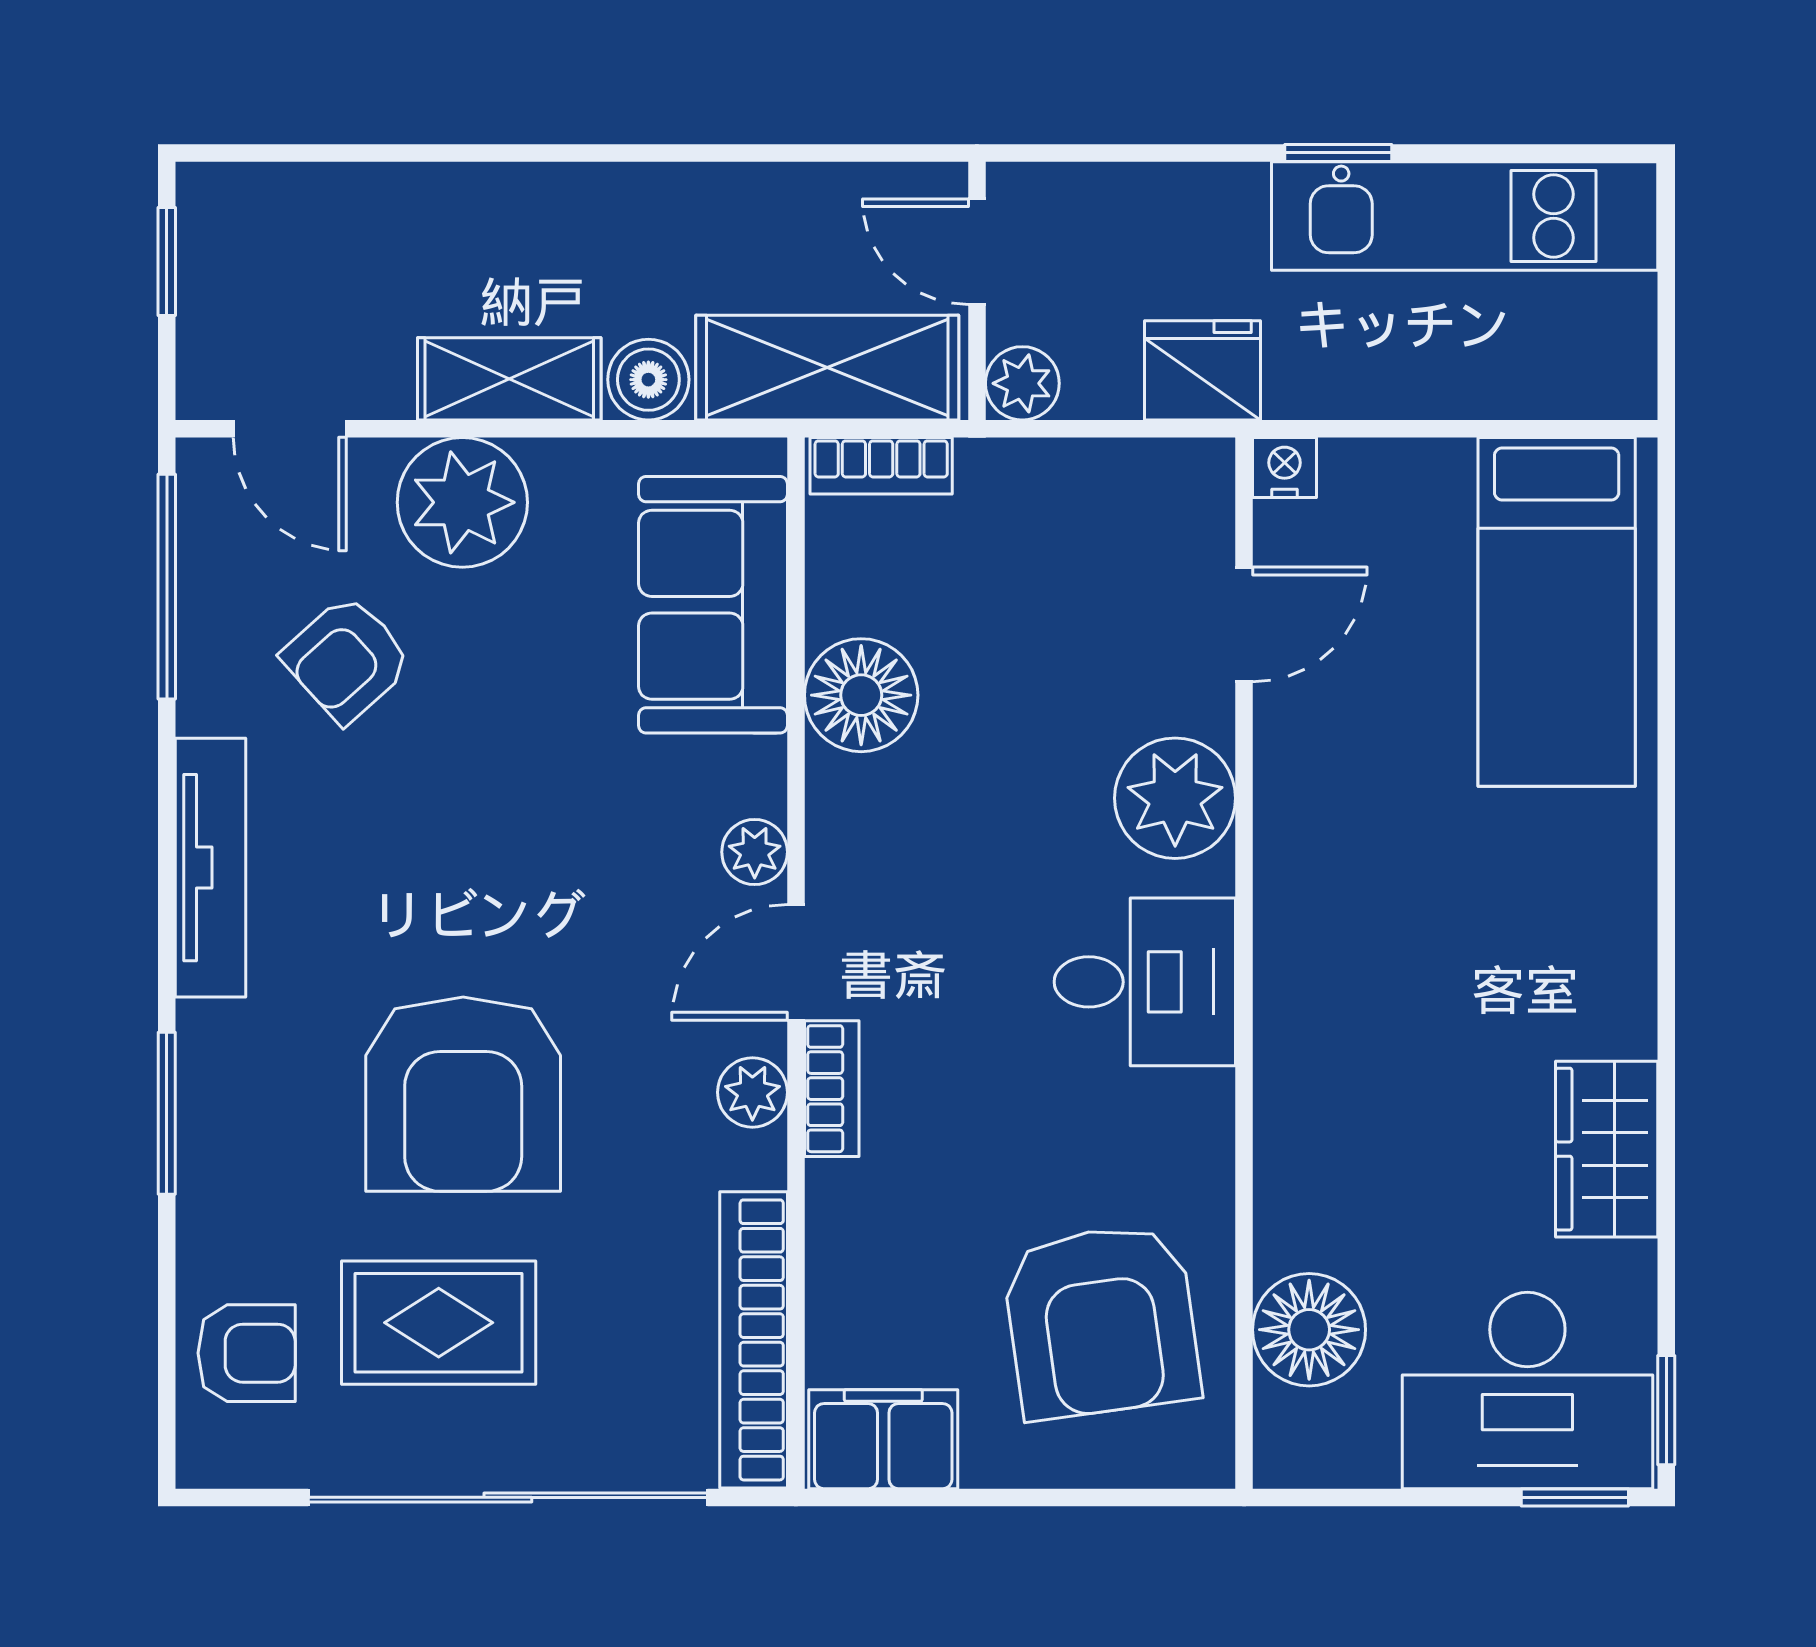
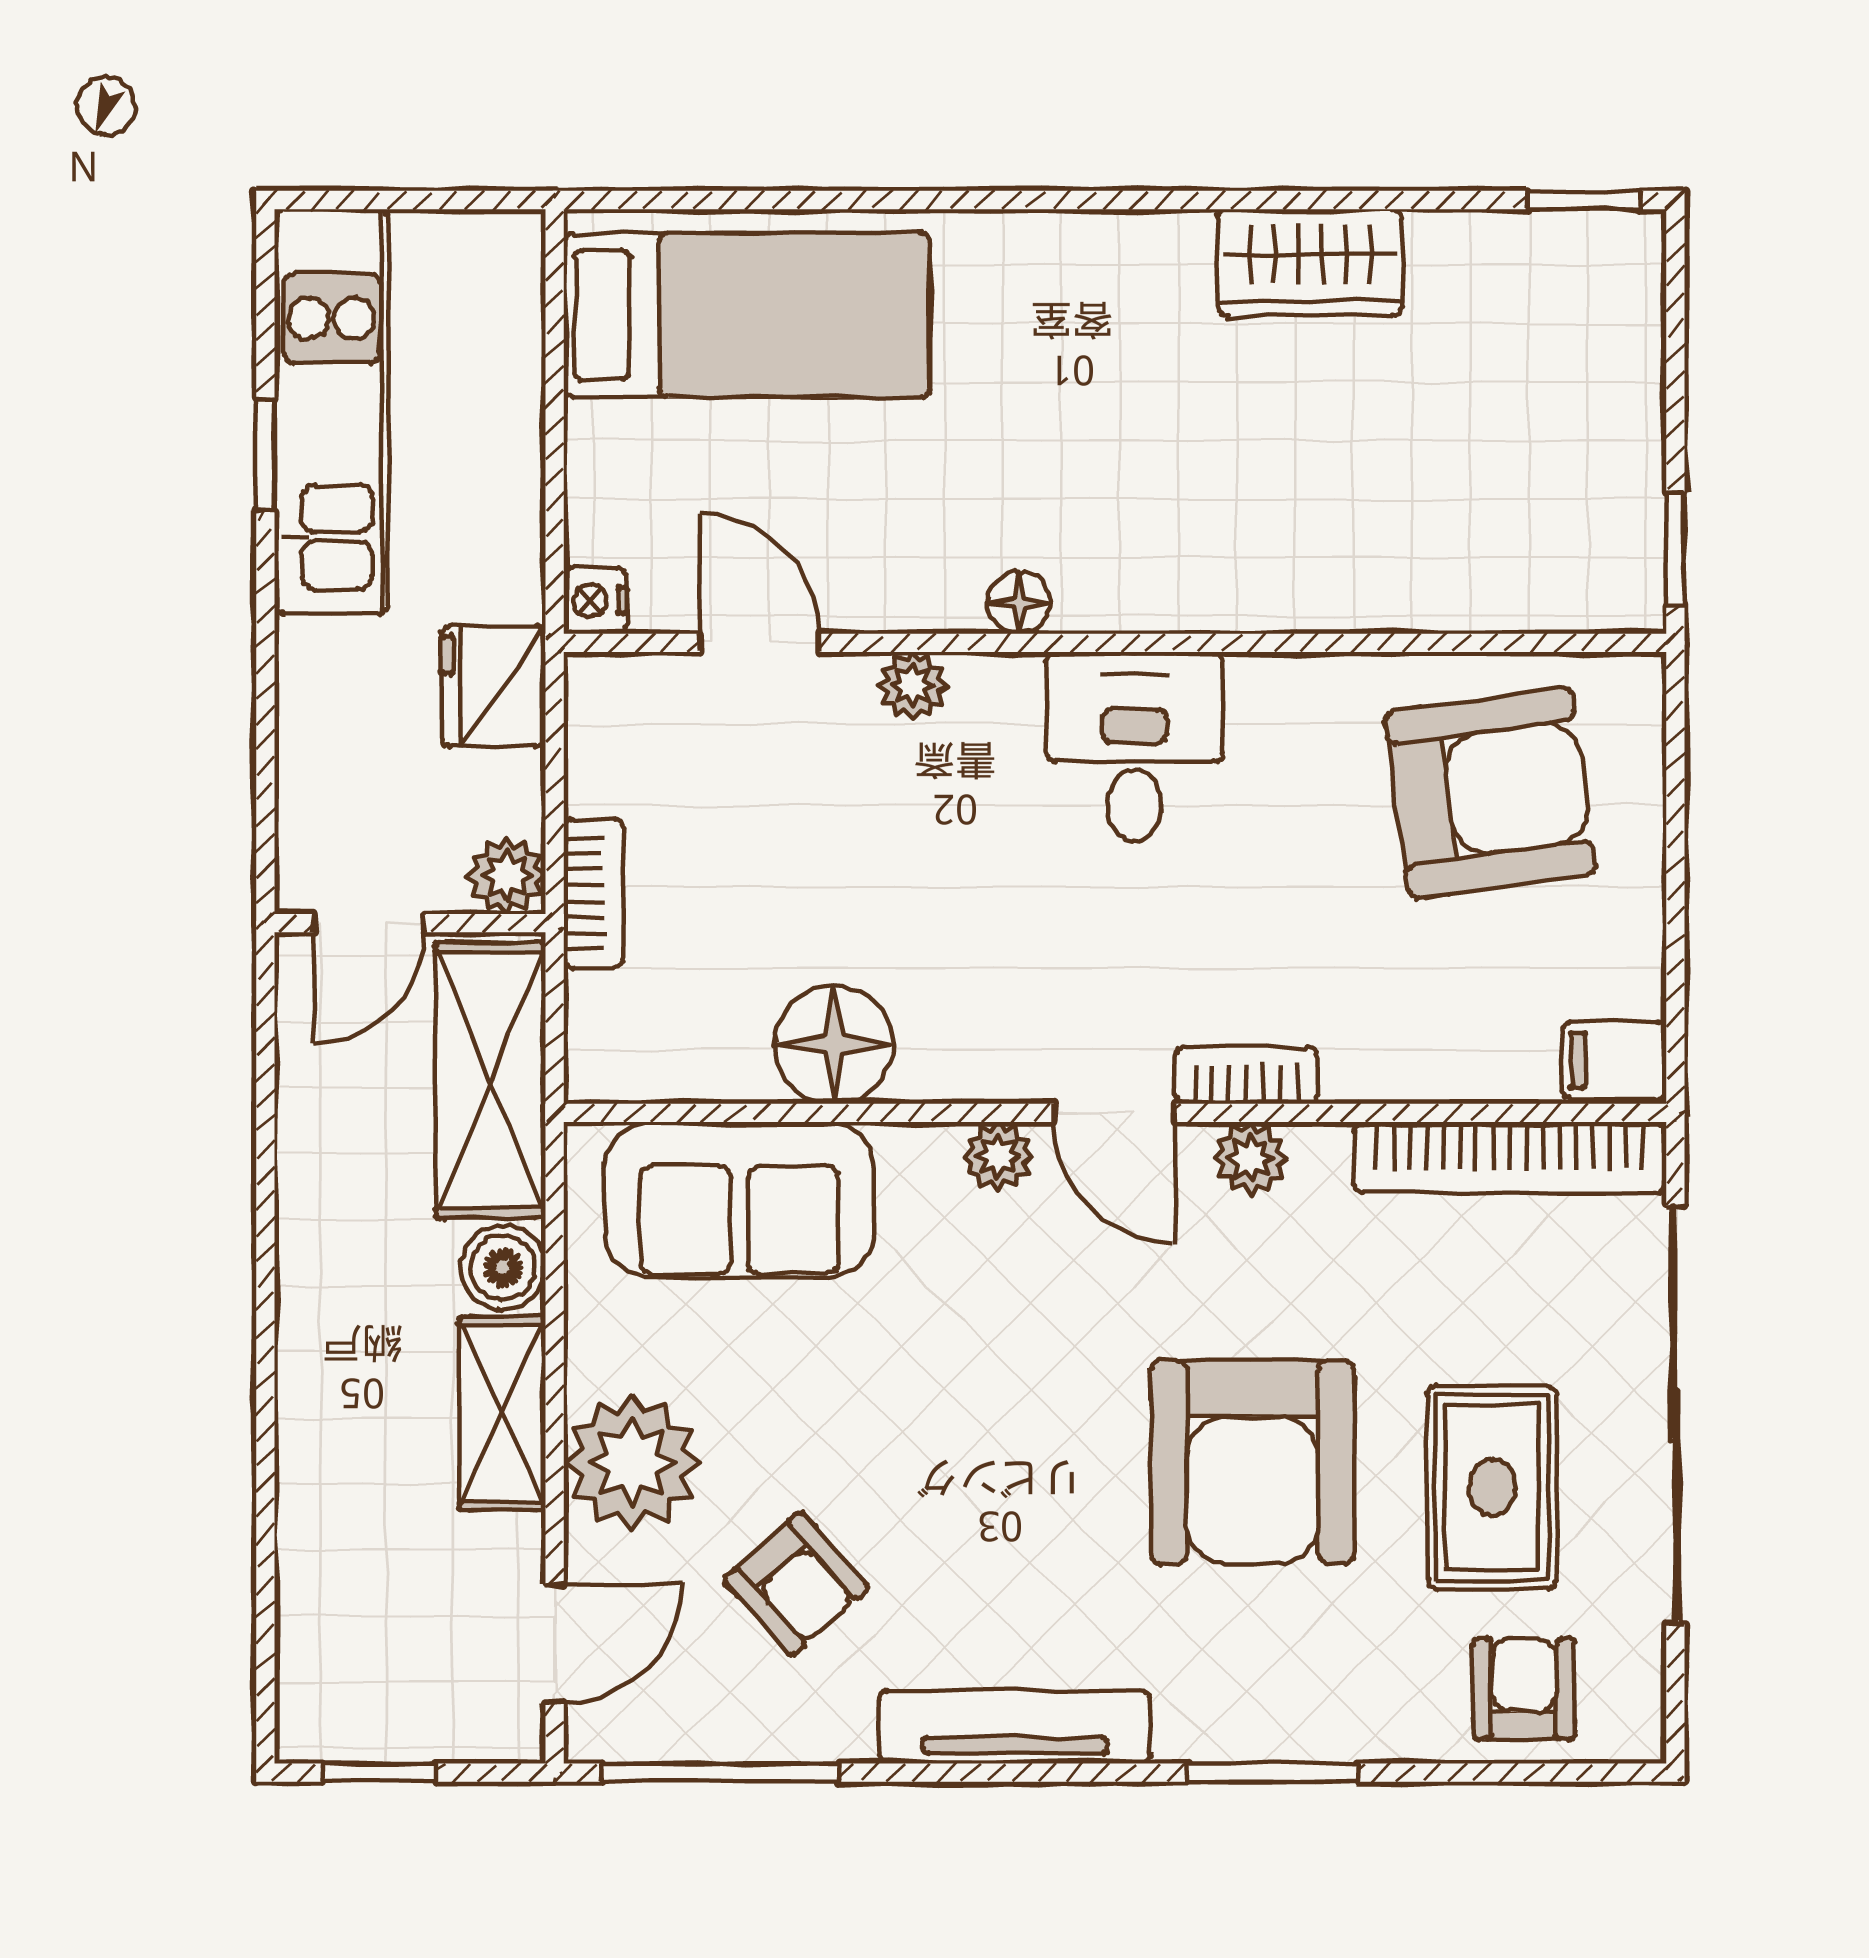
window: (1338, 153) -> (265, 455), moved
bookcase: (881, 466) -> (593, 893), moved
plant: (1175, 798) -> (912, 686), width x0.53, depth x0.53
armchair: (463, 1094) -> (1252, 1462), turned 90
floor lamp: (1309, 1330) -> (1019, 602), moved, width x0.53, depth x0.53
desk: (1527, 1391) -> (1563, 346), removed
filing cabinet: (883, 1439) -> (1614, 1060), width x0.50
window: (1575, 1497) -> (1675, 549), moved

